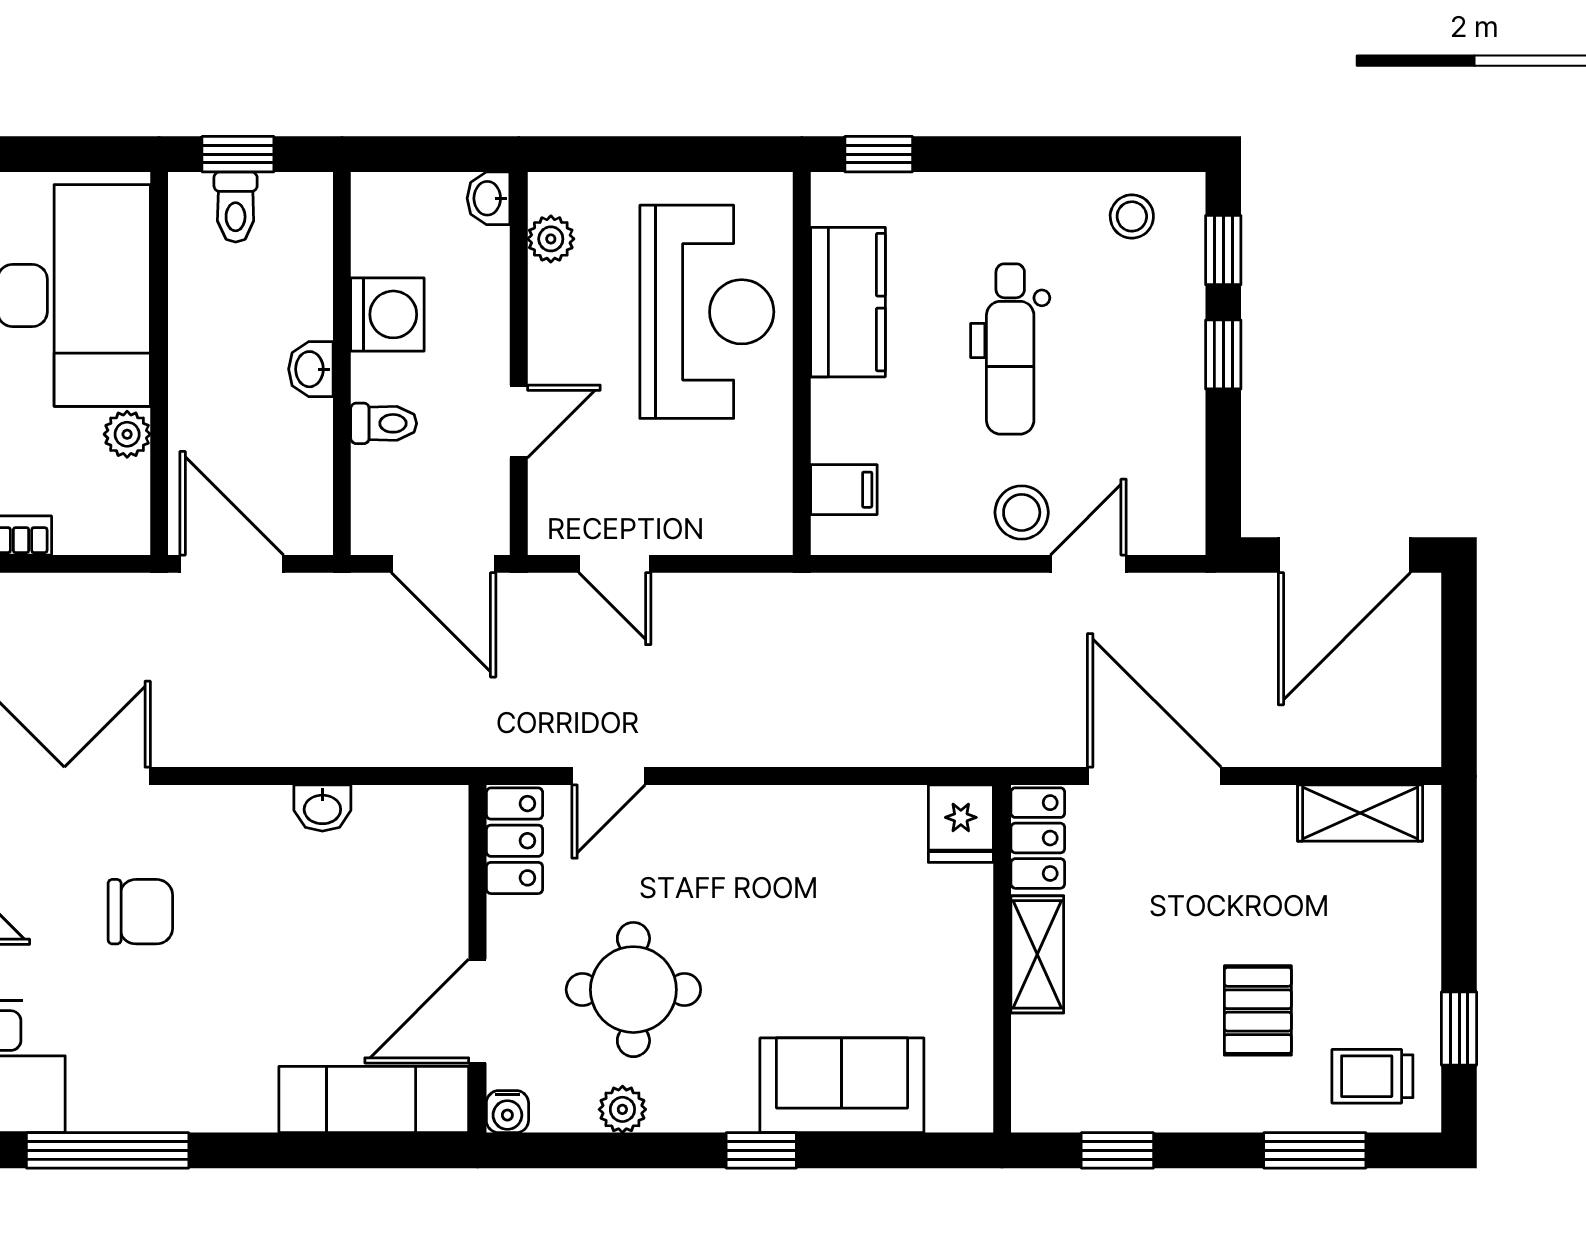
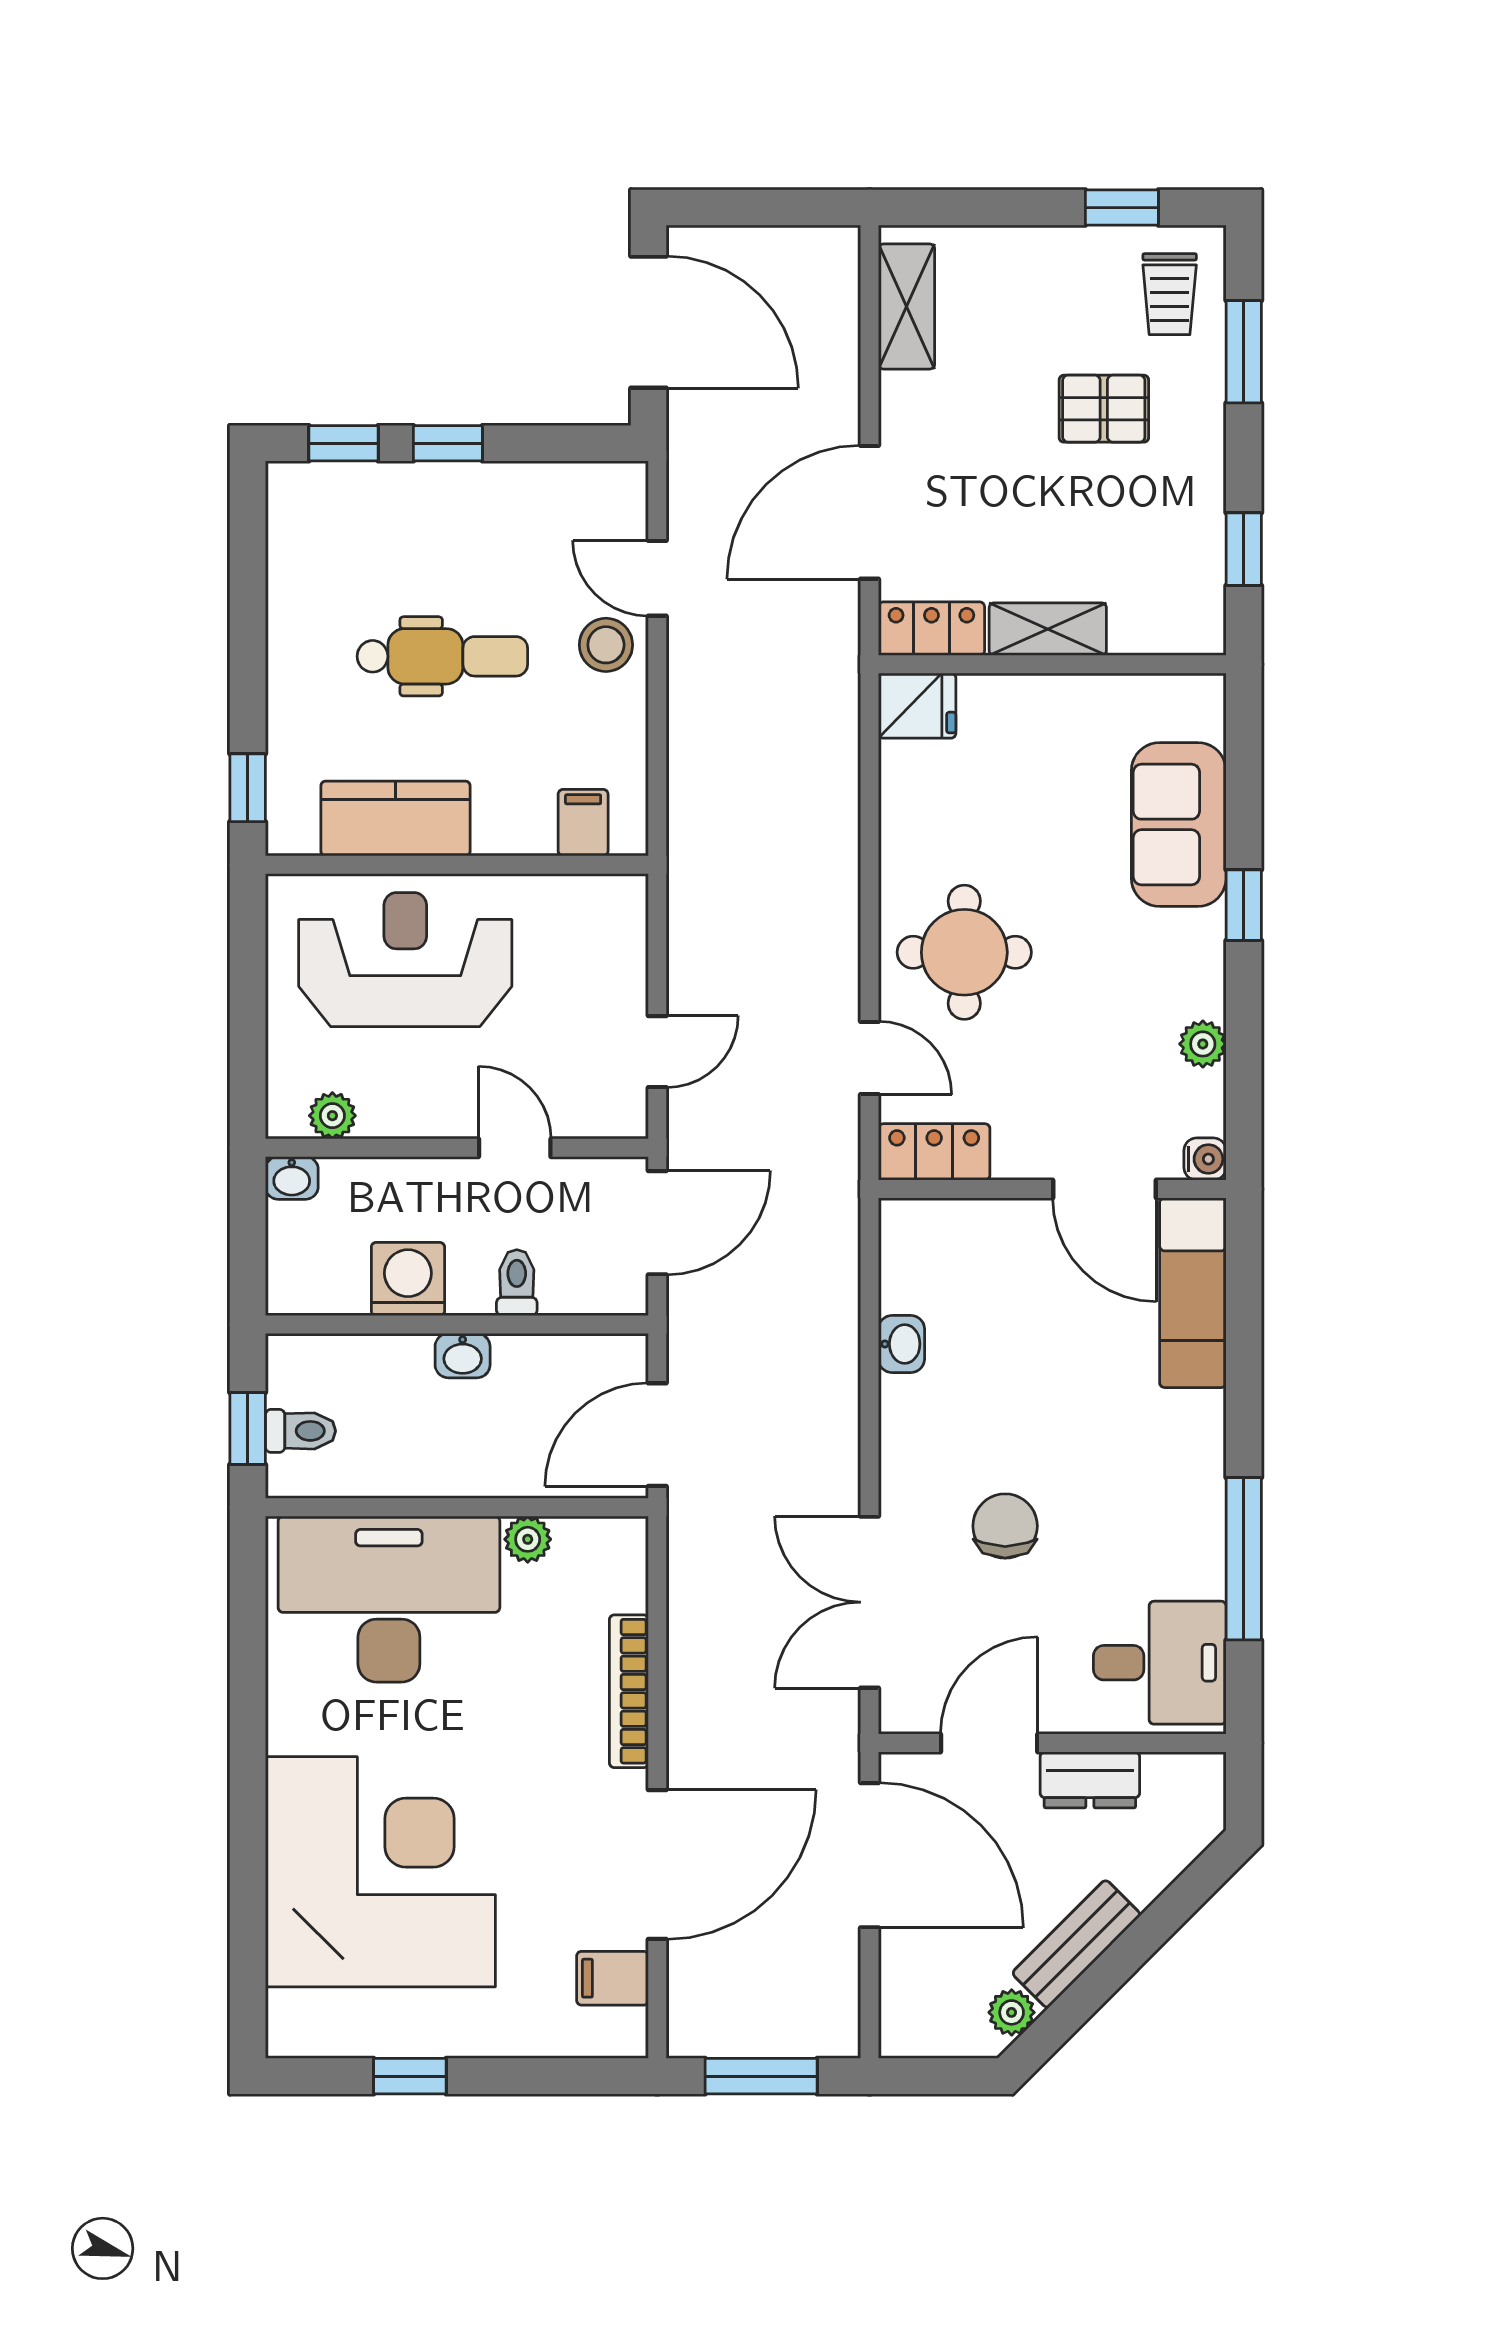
stool: (1132, 216) -> (310, 535), removed
round table: (633, 990) -> (964, 952), moved

